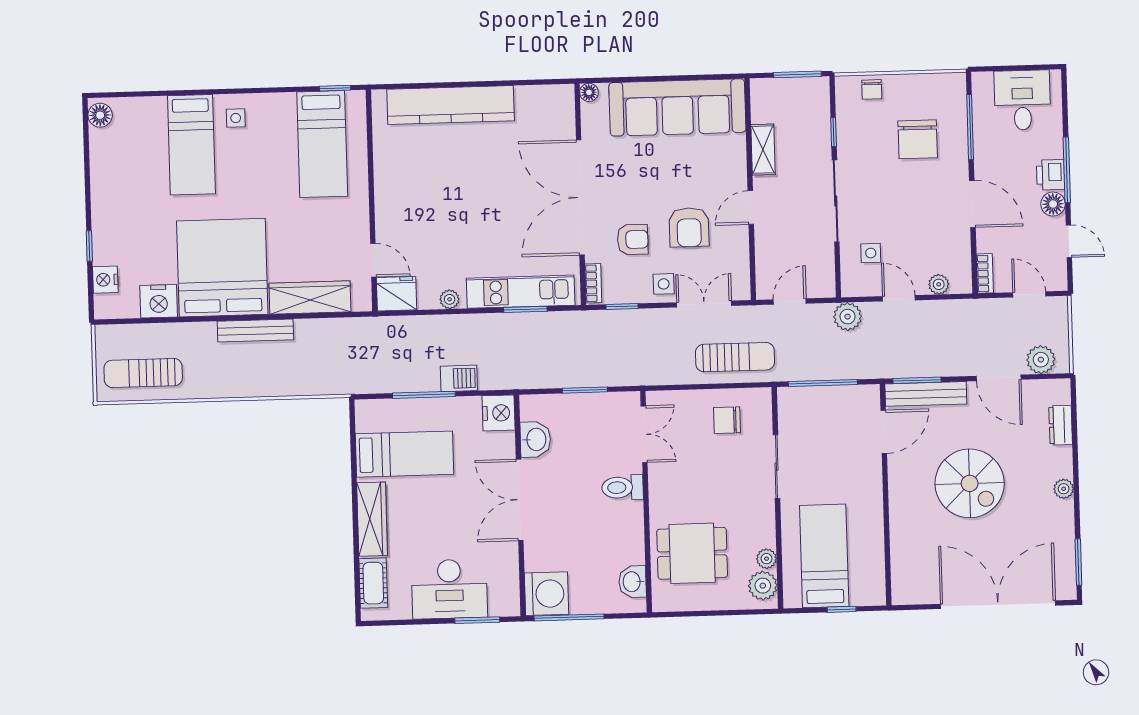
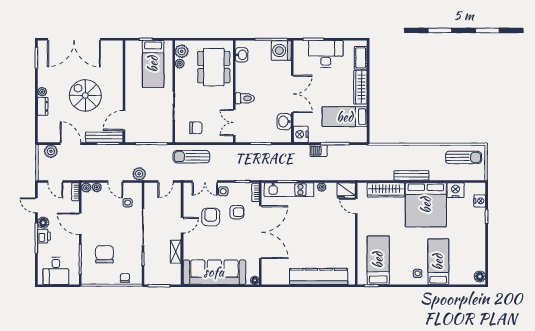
armchair: (633, 239) -> (237, 212), turned 180
plant: (962, 283) -> (86, 188), added
dresser: (1061, 425) -> (43, 106), moved
dining table: (692, 553) -> (214, 67), width x1.38

